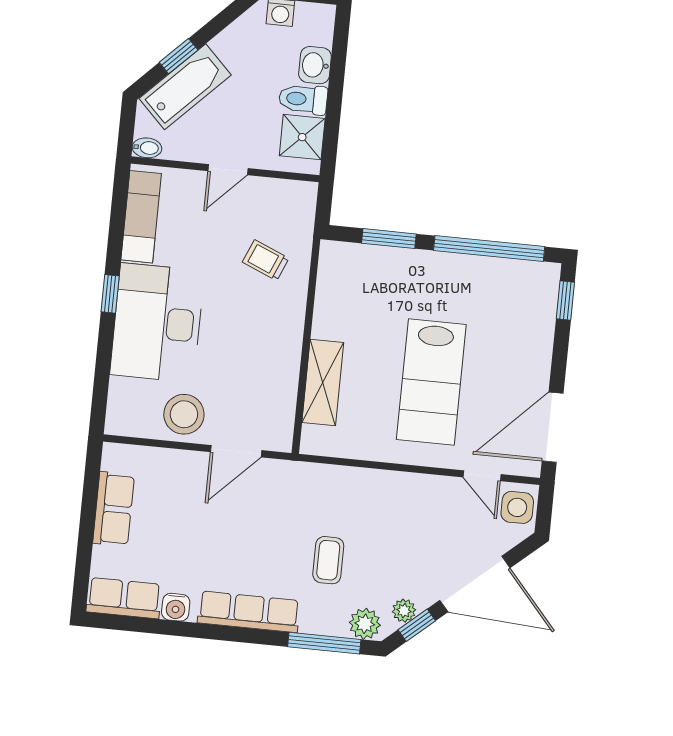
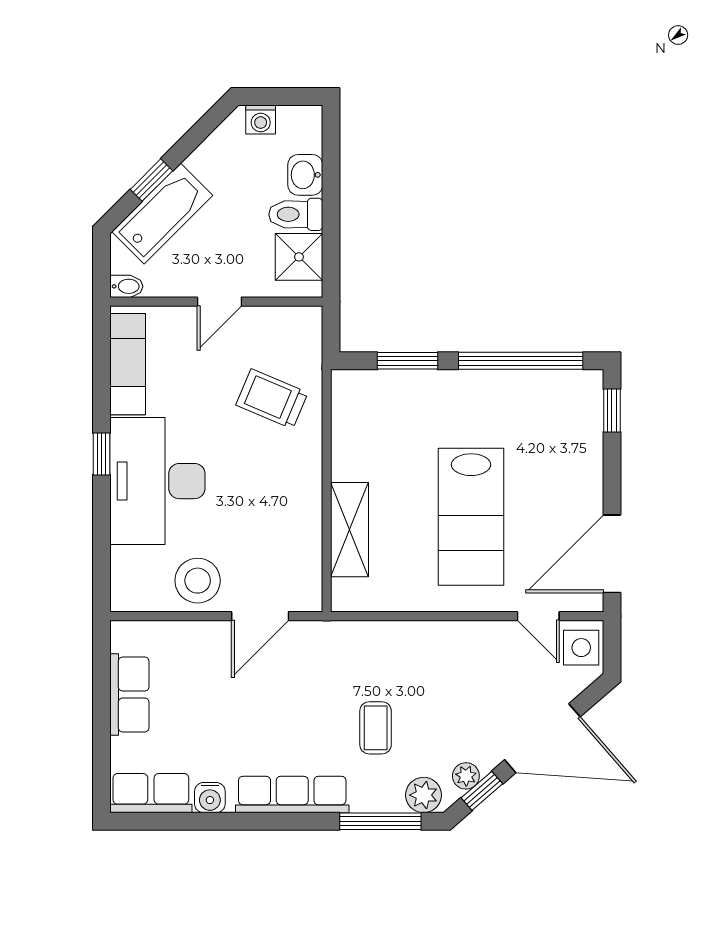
trolley: (266, 260) -> (272, 399), width x1.36, depth x1.39

